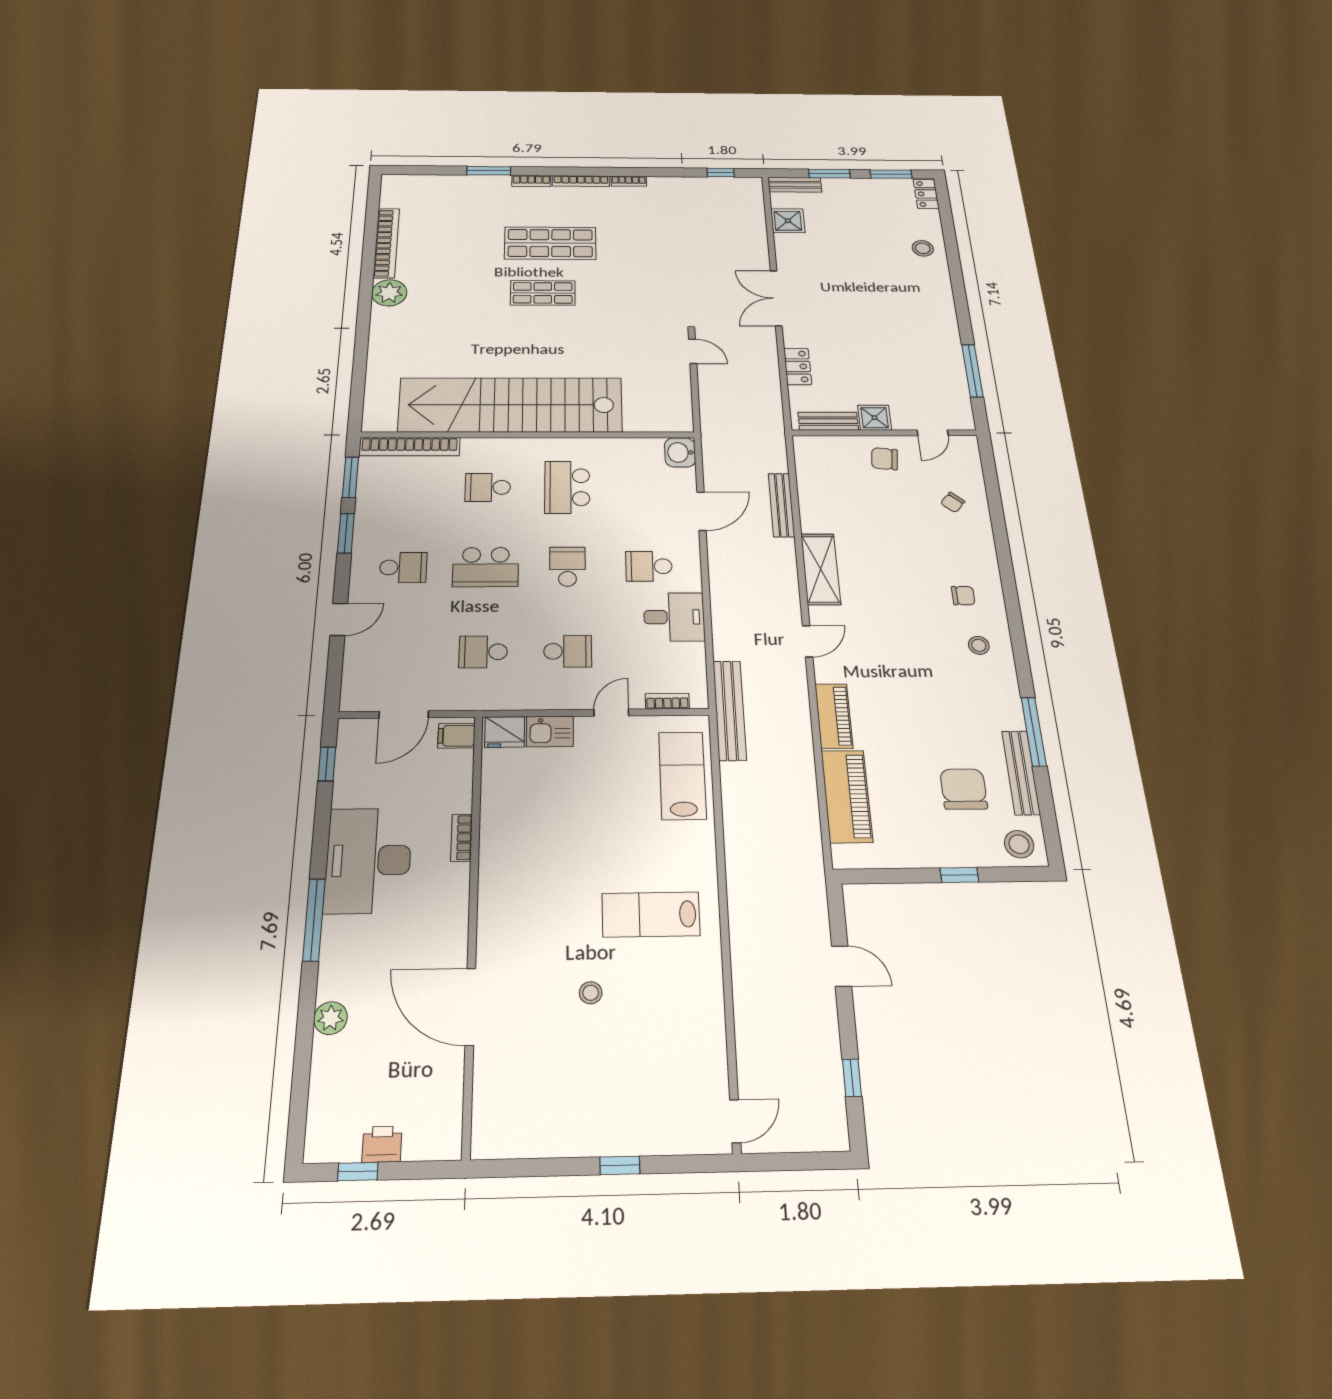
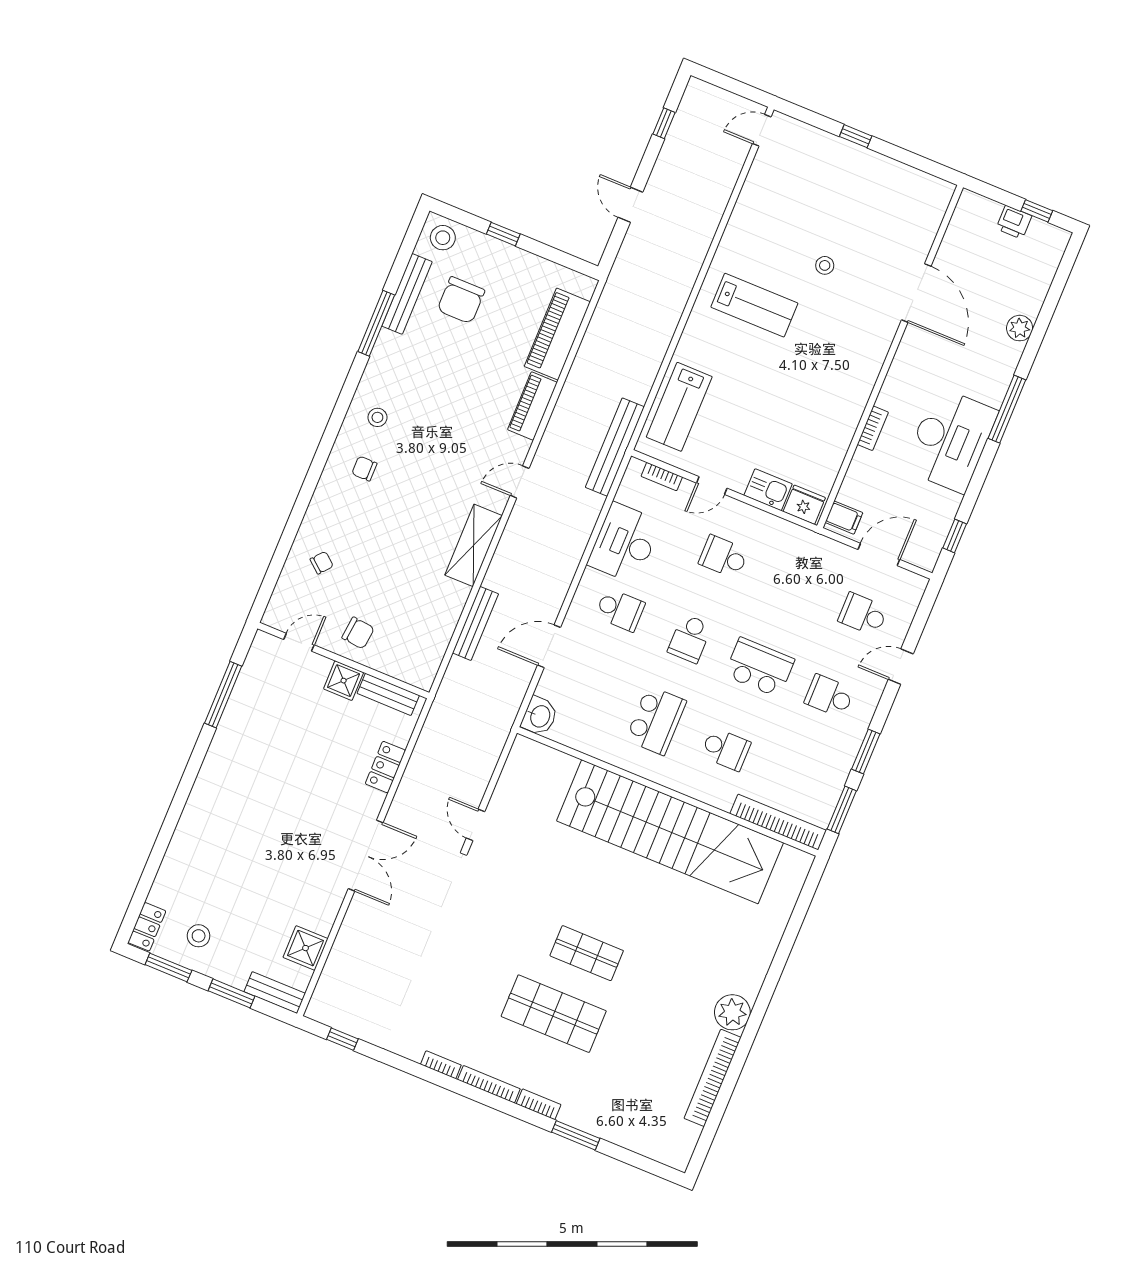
stool: (923, 248) -> (199, 936), moved
desk: (674, 617) -> (624, 543), width x1.37
school desk: (483, 652) -> (863, 614), moved, turned 180

